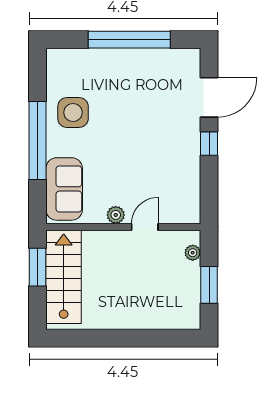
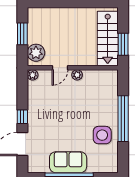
sofa: (64, 189) -> (68, 162), moved, turned 90
plant: (192, 215) -> (33, 75), added
plant: (193, 253) -> (36, 53), width x1.87, depth x1.87

